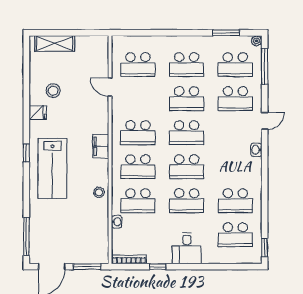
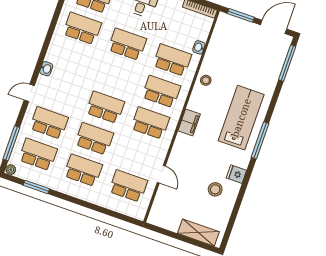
window: (26, 153) -> (260, 140), width x2.17
school desk: (187, 167) -> (116, 76), removed

